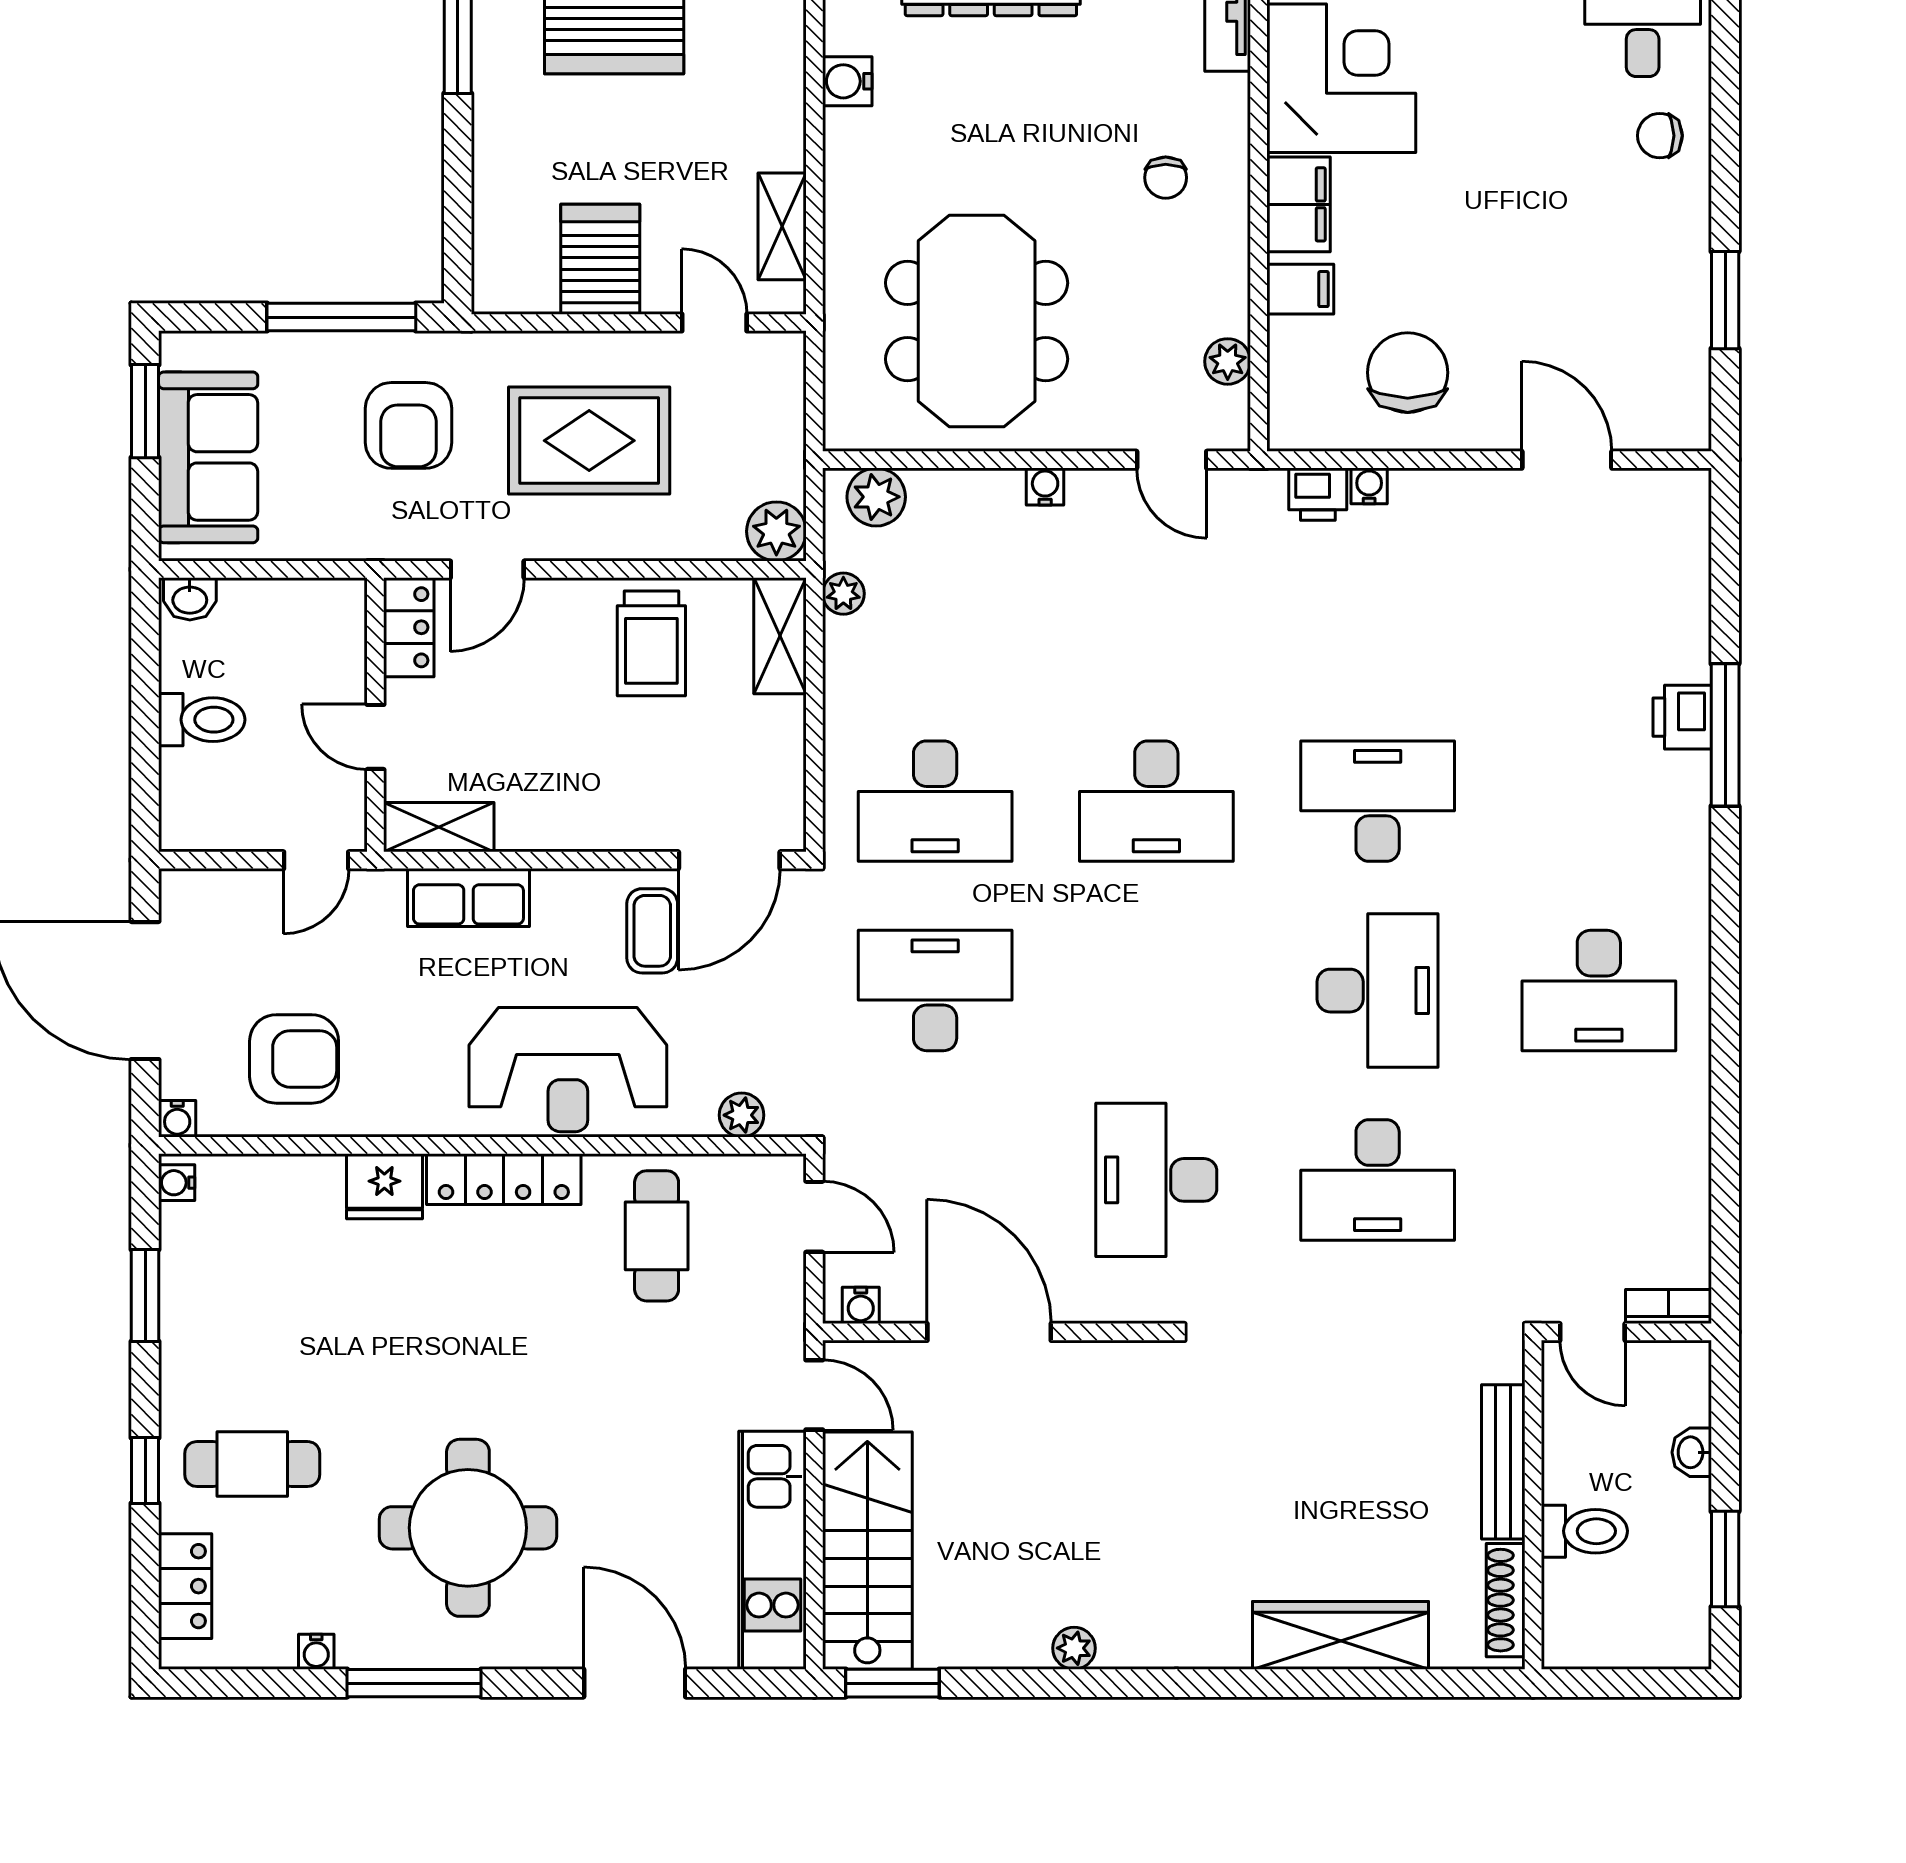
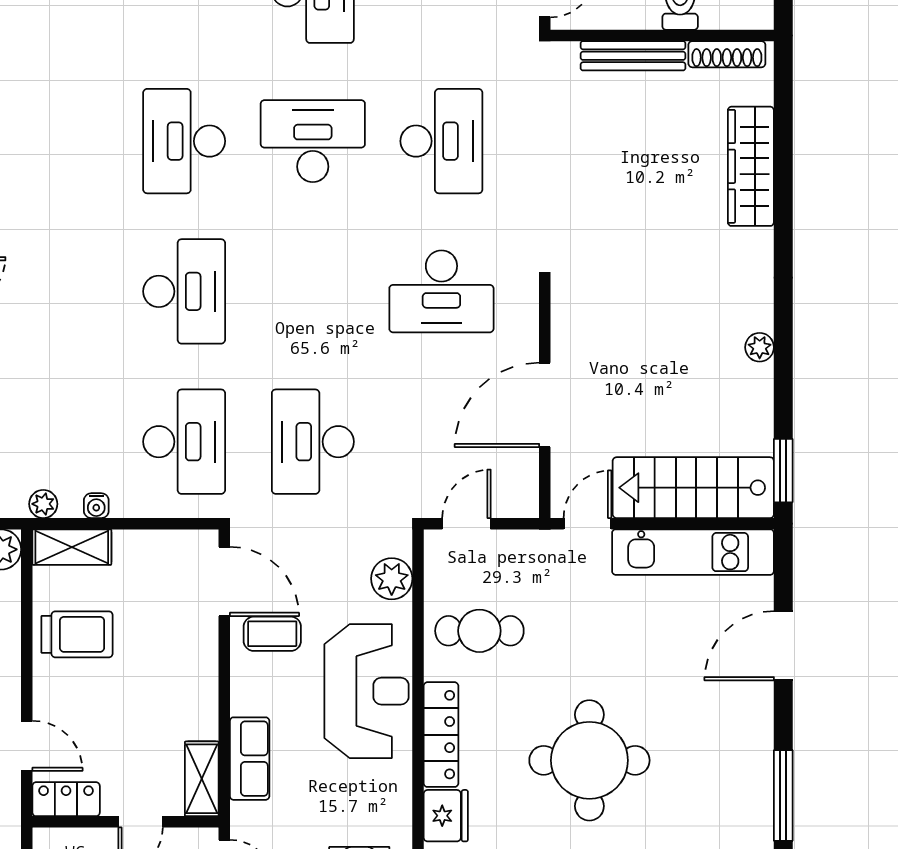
plant: (742, 1115) -> (392, 579), width x1.38, depth x1.38
water cooler: (861, 1305) -> (96, 506), moved, turned 90
round table: (468, 1528) -> (589, 760), moved

